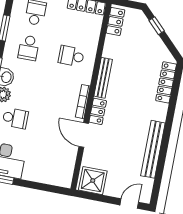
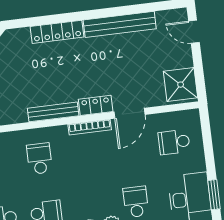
school desk: (71, 56) -> (39, 159), turned 180
locker: (166, 82) -> (57, 32), moved
school desk: (51, 162) -> (174, 142), added

